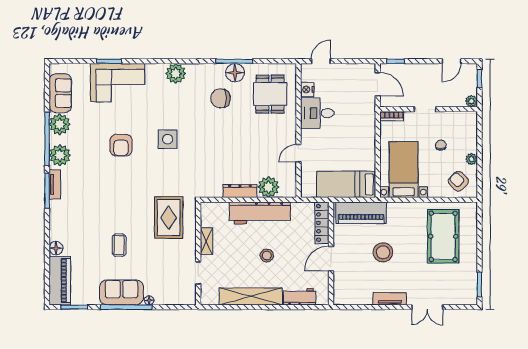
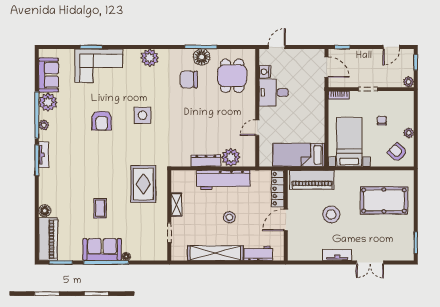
plant: (60, 155) -> (44, 125), width x0.53, depth x0.53
pool table: (443, 236) -> (384, 200), turned 90

